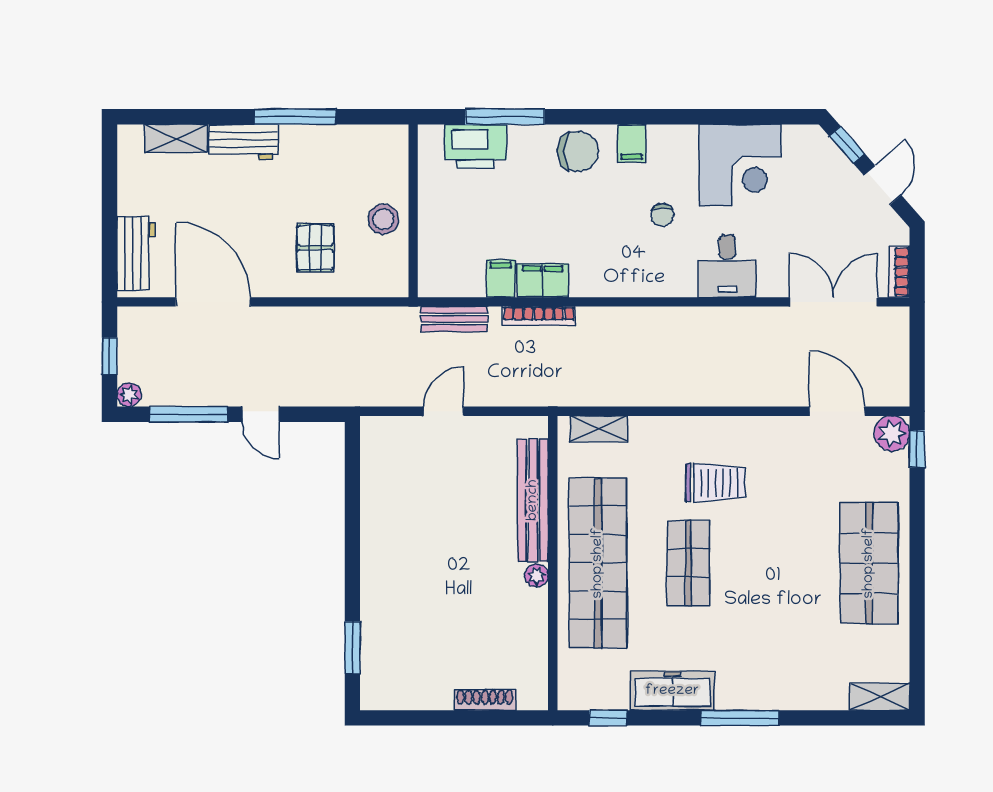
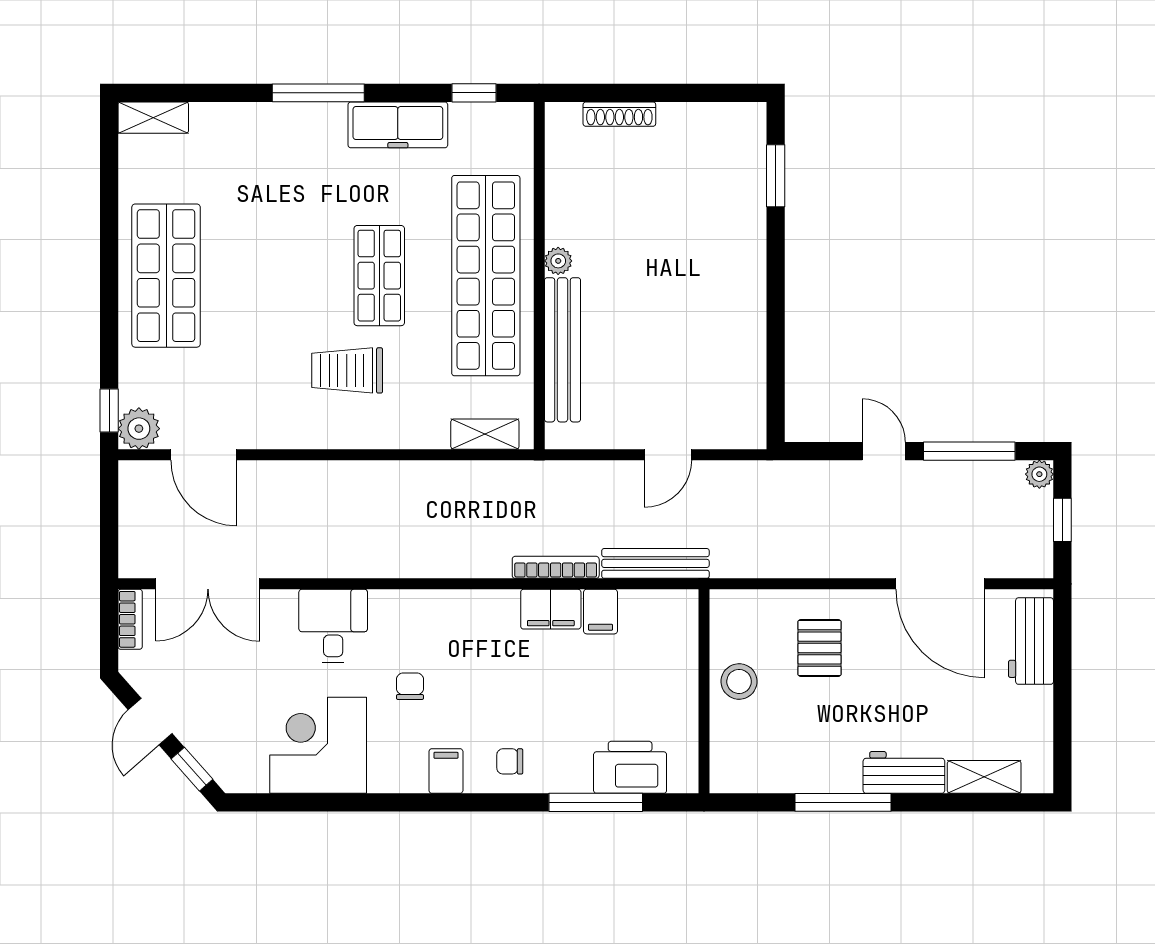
chair: (578, 151) -> (510, 761), width x0.54, depth x0.54
bench: (454, 319) -> (655, 563), width x1.36

